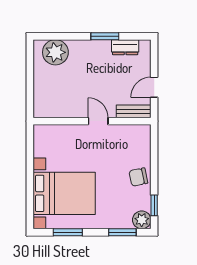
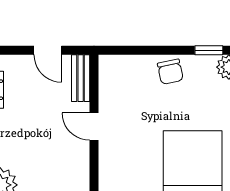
door: (98, 121) -> (94, 127), hinge flipped

